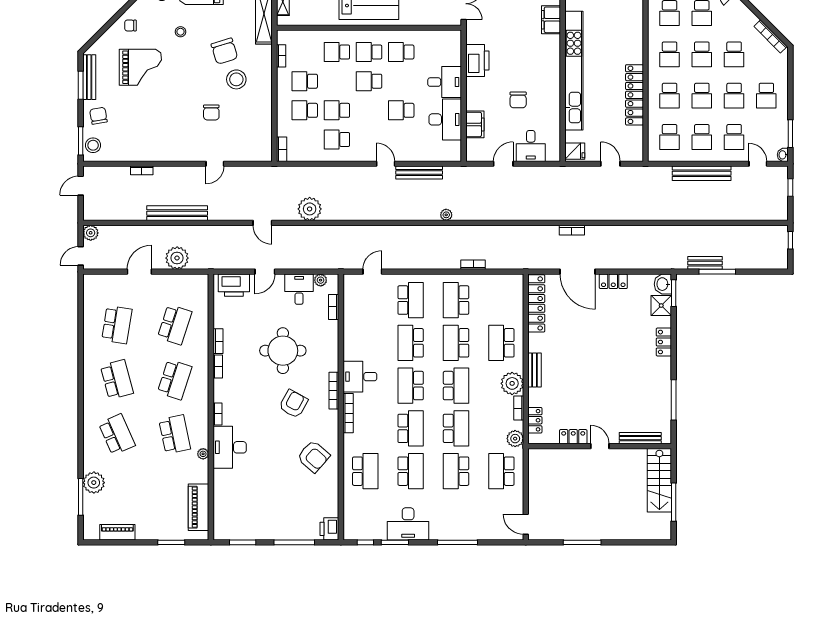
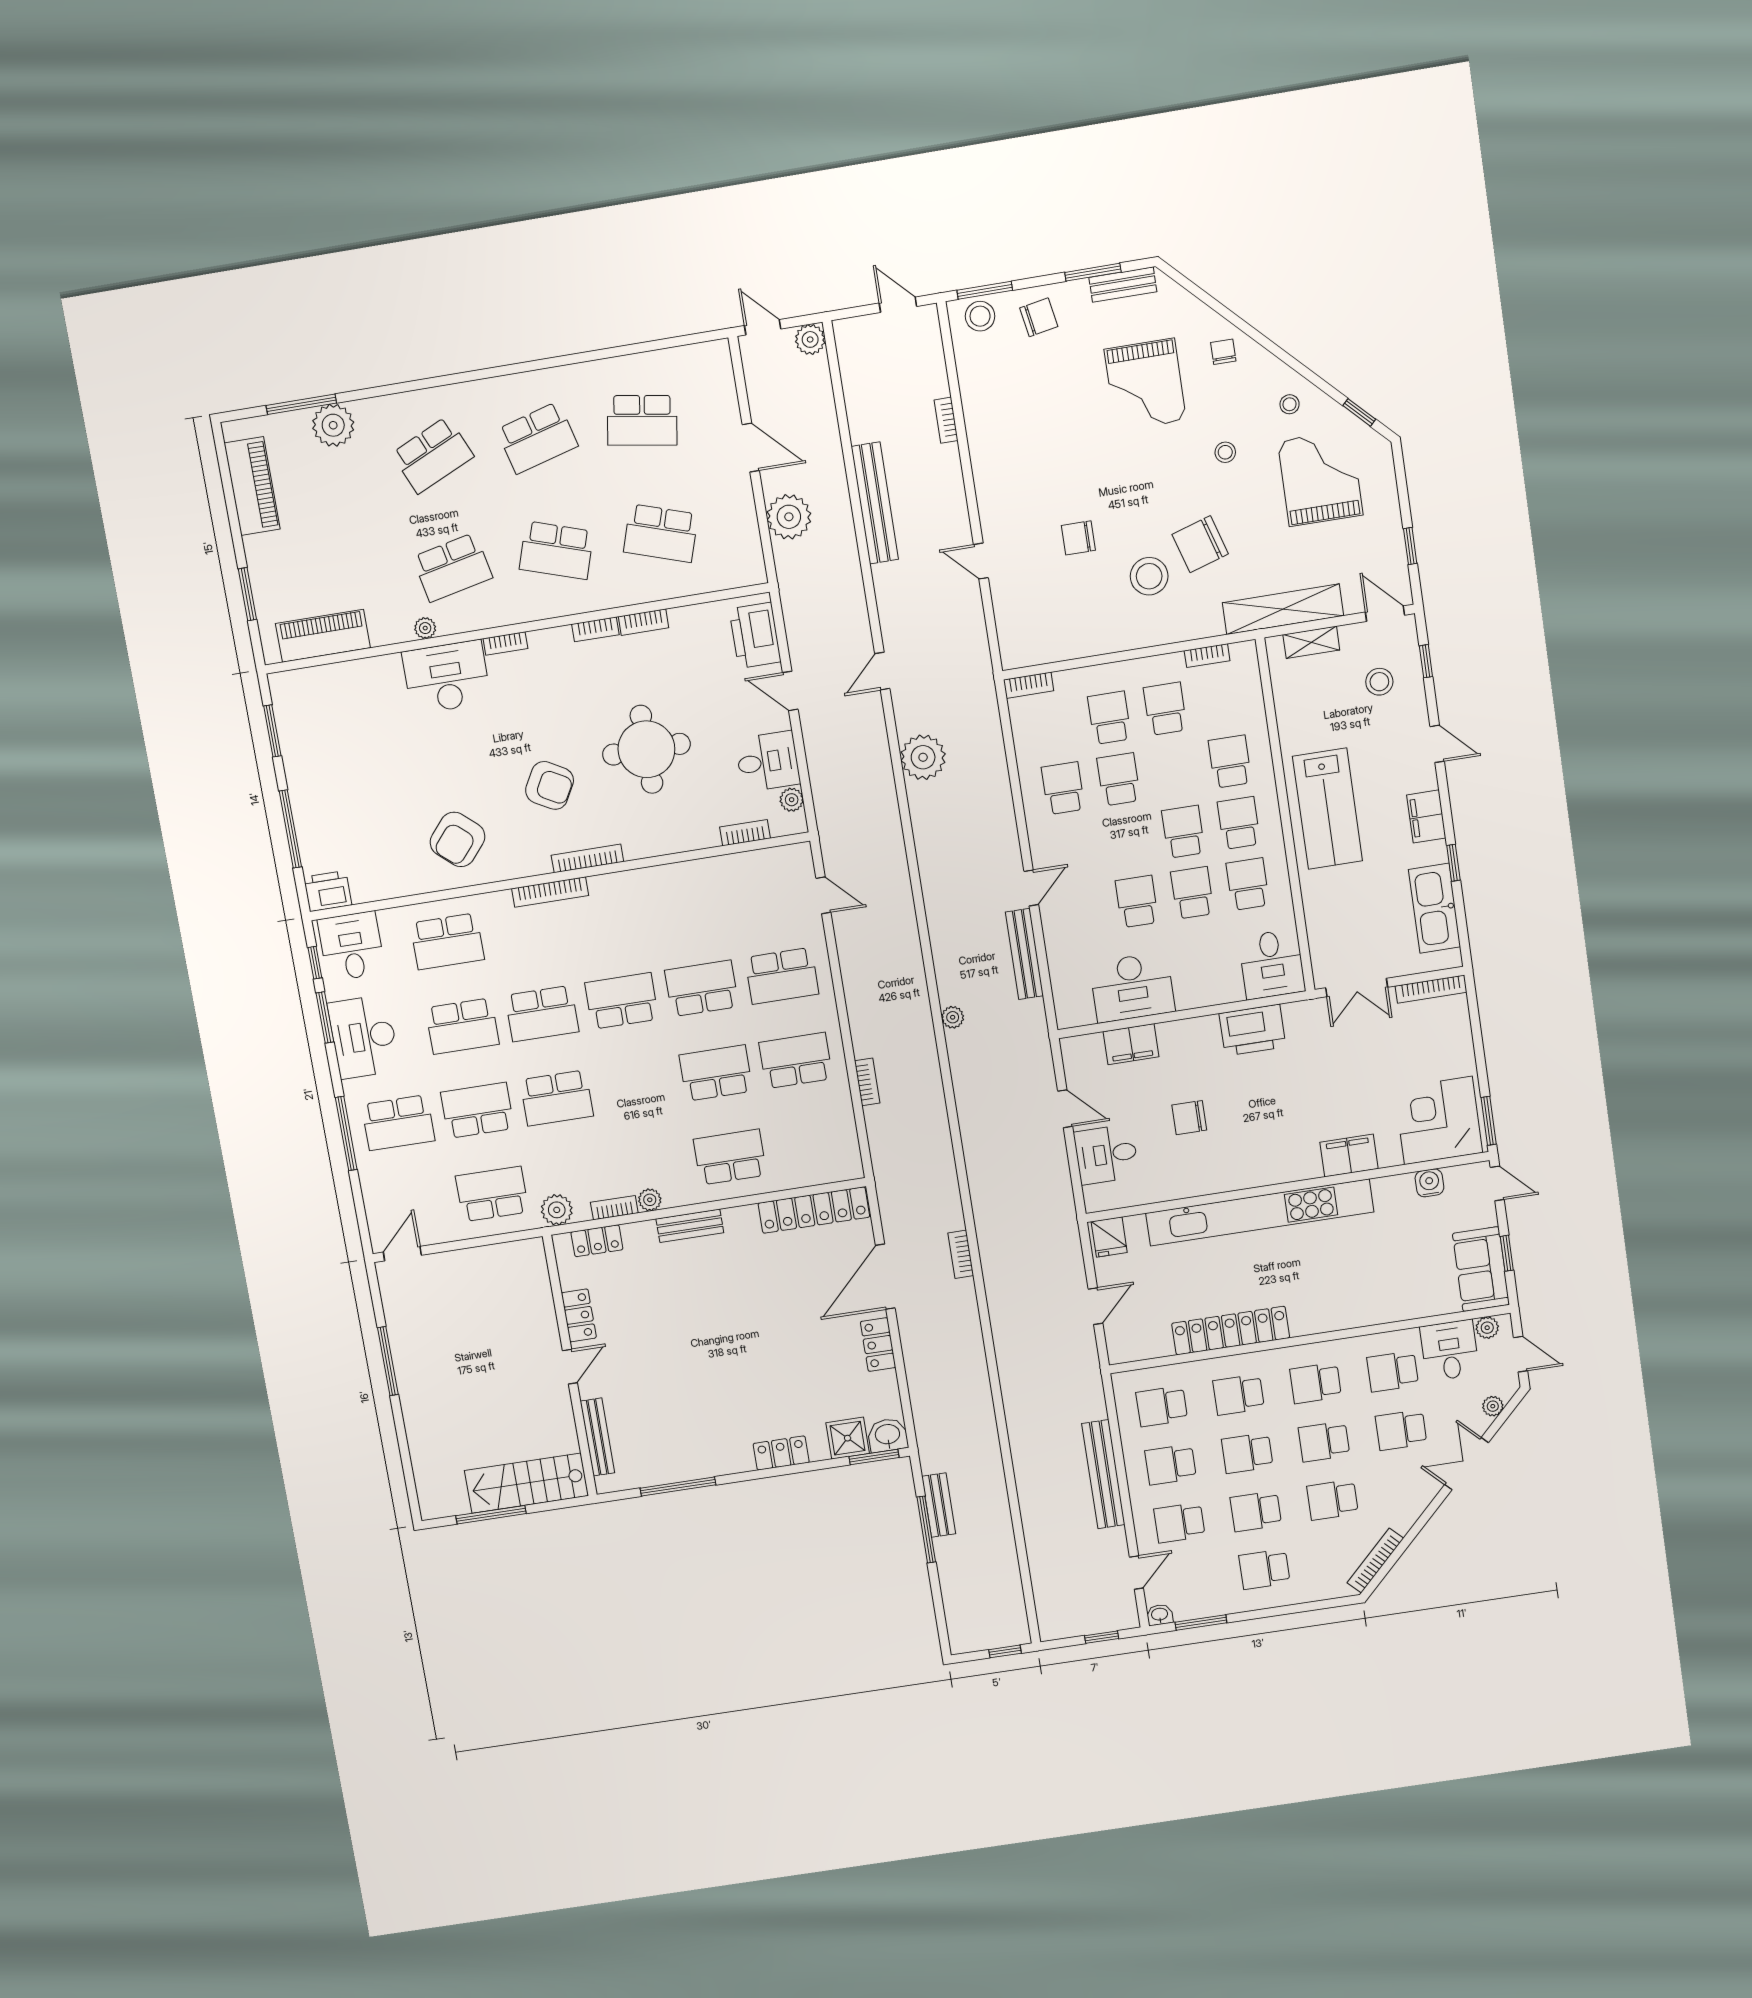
bench: (89, 77) -> (1123, 285), width x0.73
school desk: (401, 81) -> (1192, 893), added
desk: (445, 82) -> (1272, 964), moved
desk: (360, 377) -> (351, 946), moved
plant: (512, 383) -> (650, 1200), width x0.53, depth x0.53
school desk: (456, 386) -> (398, 1123), moved
piano: (117, 532) -> (252, 486), width x1.37, depth x1.33

